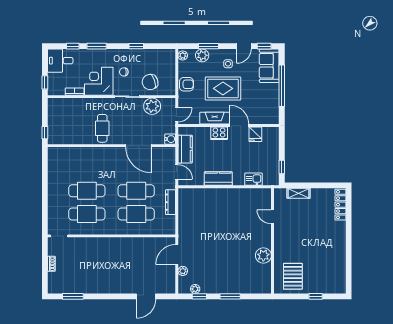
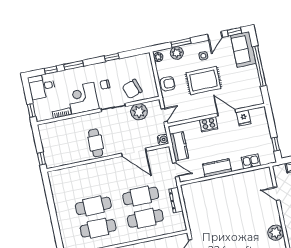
fireplace: (215, 118) -> (201, 111), removed

